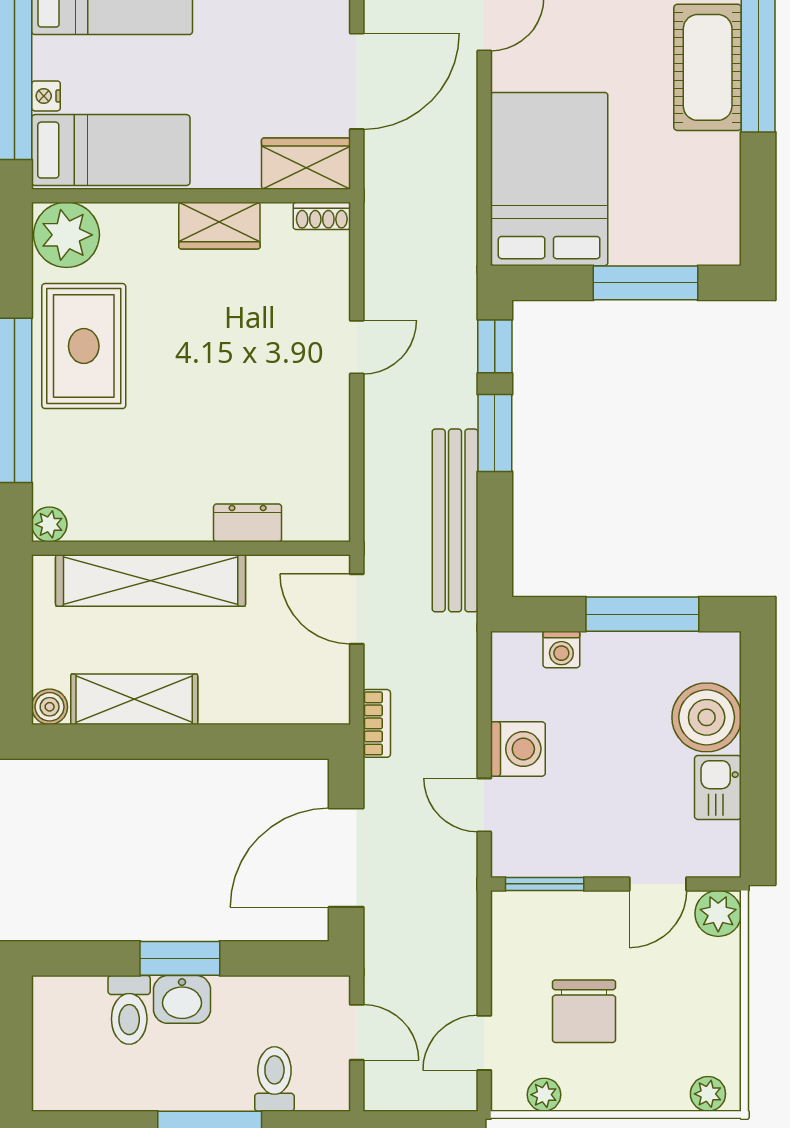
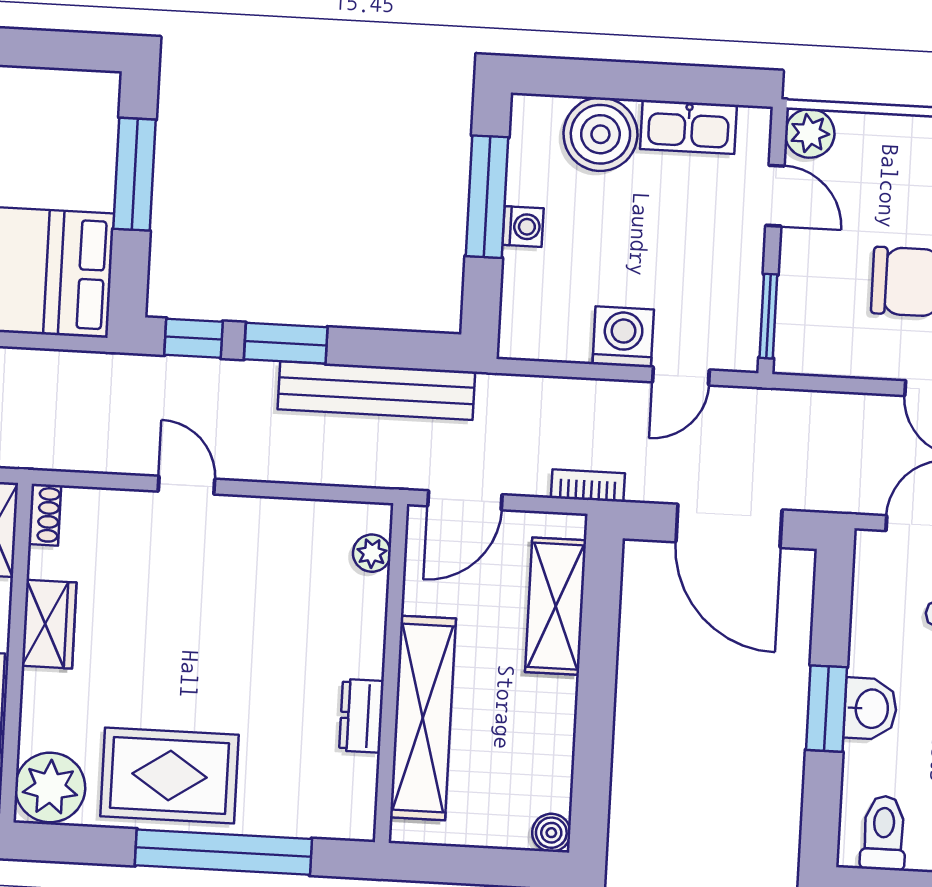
dresser: (248, 523) -> (361, 716), moved
plant: (49, 524) -> (372, 553), moved
washing machine: (561, 649) -> (523, 227), moved
shelving: (134, 699) -> (556, 606), moved
kitchen sink: (718, 787) -> (688, 127), width x1.38
toilet: (129, 1010) -> (884, 833), moved, turned -90

